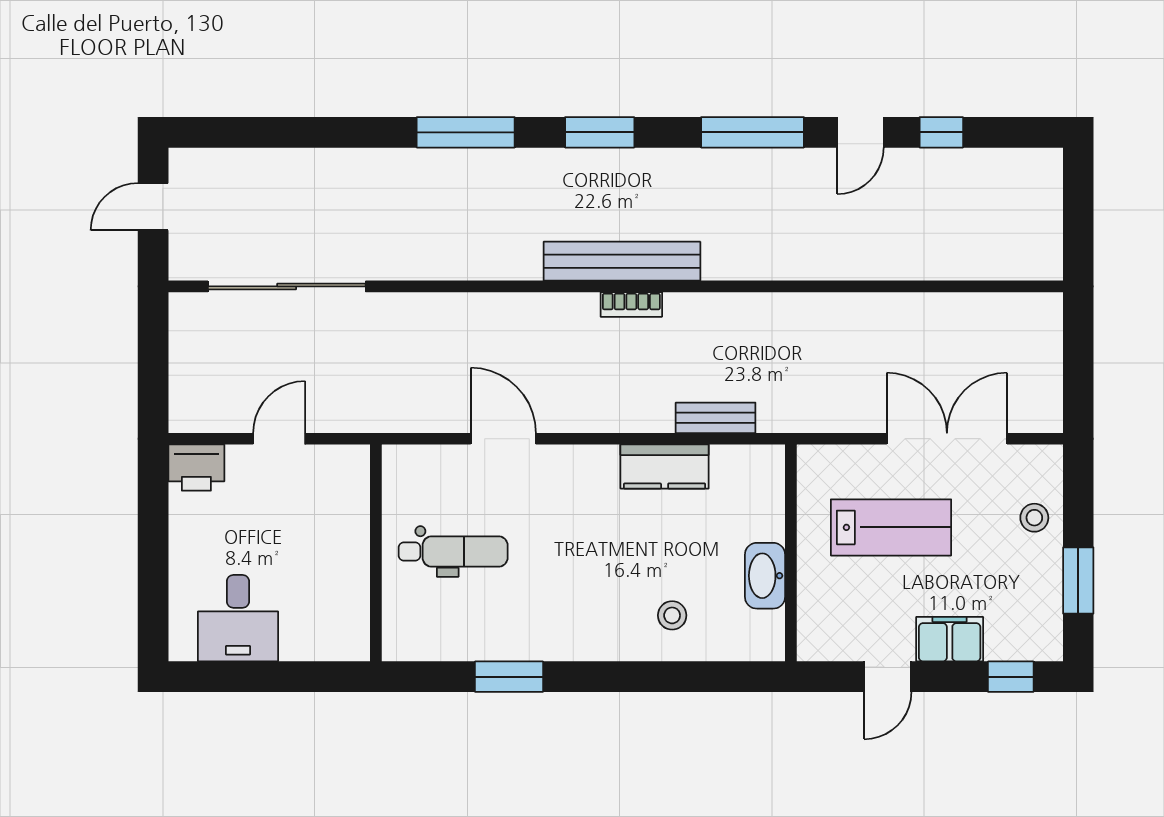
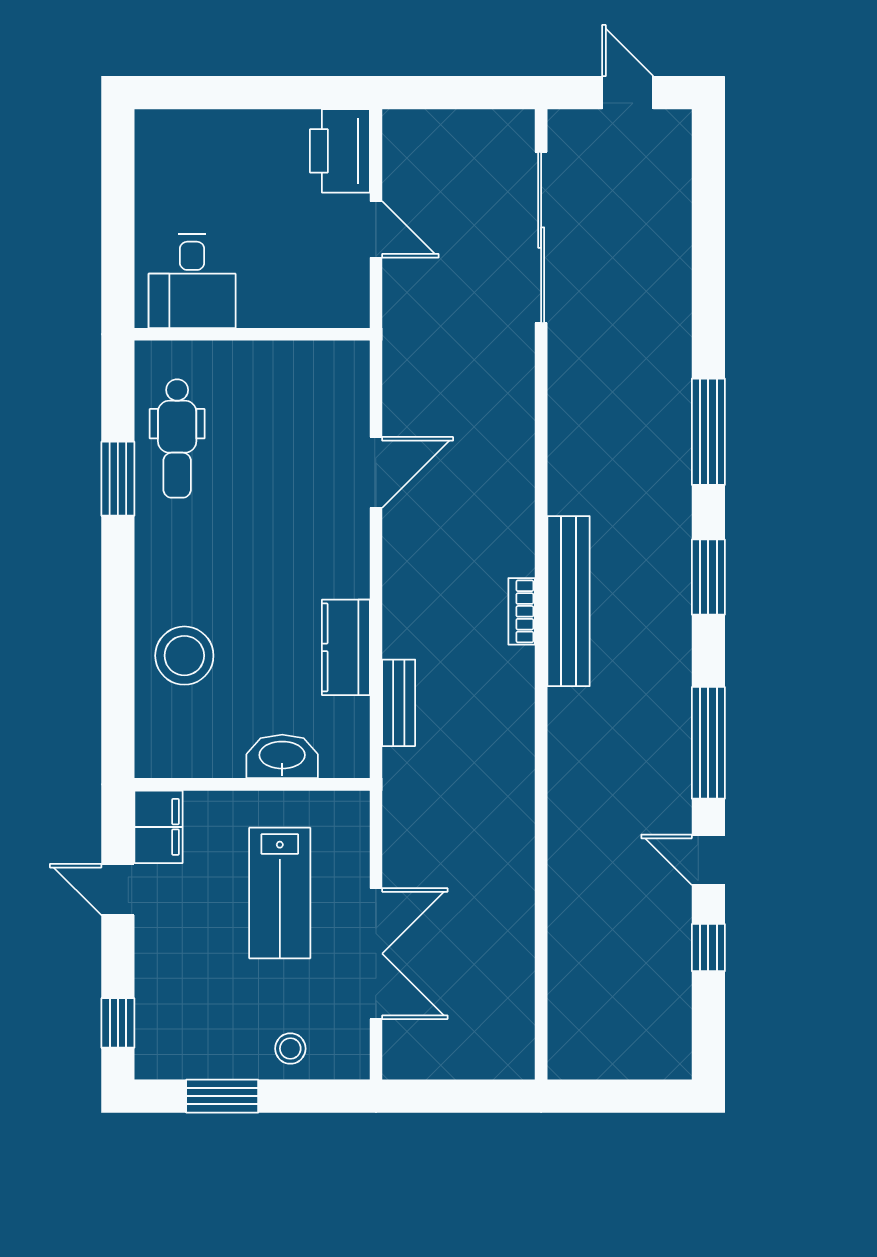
printer: (196, 468) -> (340, 151), width x1.37, depth x1.19
dental chair: (453, 551) -> (177, 438), moved
washbasin: (765, 576) -> (282, 756), moved
stool: (672, 615) -> (184, 656), width x1.89, depth x1.89
desk: (238, 618) -> (192, 281), moved, turned -90
filing cabinet: (950, 639) -> (159, 827), moved

